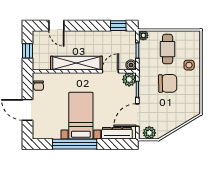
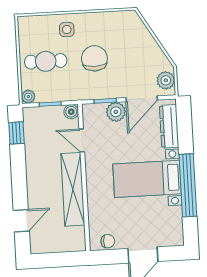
window: (27, 51) -> (59, 260), removed
plant: (129, 79) -> (116, 112), moved
door: (137, 115) -> (142, 99), hinge flipped

